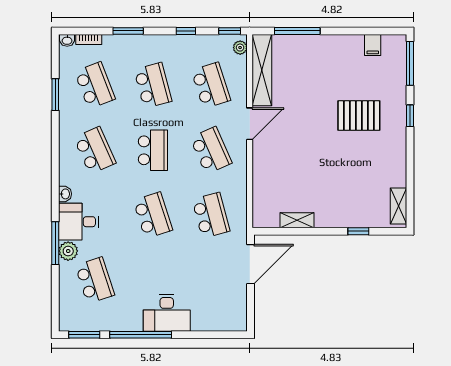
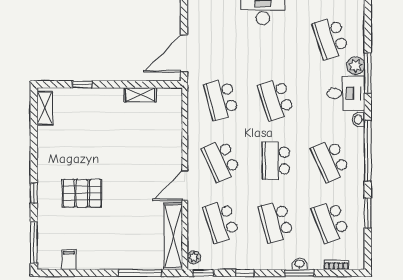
washbasin: (67, 40) -> (300, 264), moved
window: (55, 161) -> (368, 151), added

